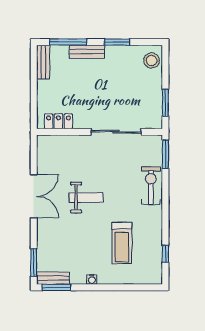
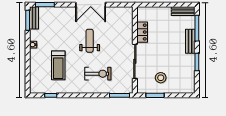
stool: (152, 61) -> (161, 78), moved
locker: (58, 121) -> (142, 32), moved
exercise bike: (151, 186) -> (98, 74), moved
weight bench: (86, 198) -> (90, 41), turned 180
treadmill: (122, 243) -> (58, 65), turned -90

